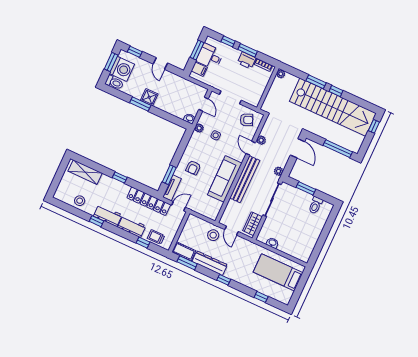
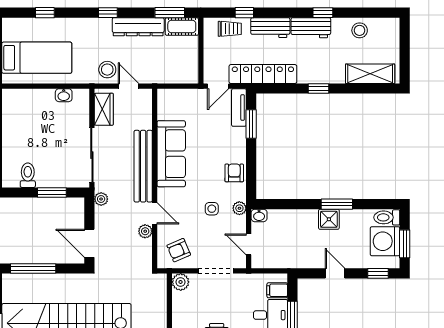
plant: (254, 100) -> (181, 282), added
armchair: (193, 168) -> (234, 173), moved
stool: (213, 235) -> (107, 70), moved

